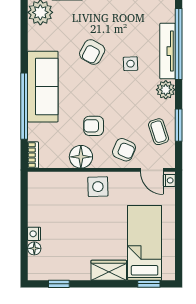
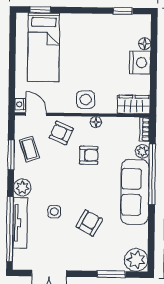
plant: (35, 131) -> (142, 151), added
floor lamp: (81, 157) -> (96, 122), width x0.53, depth x0.53
nightstand: (34, 234) -> (140, 63), width x1.89, depth x1.79
wardrobe: (109, 270) -> (134, 105), moved, turned 180

